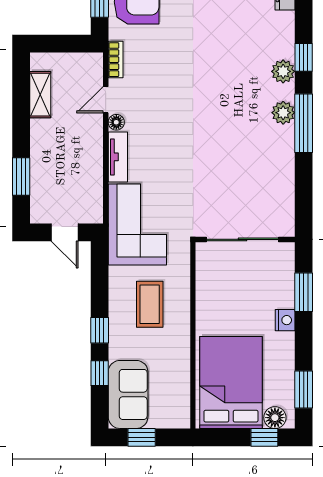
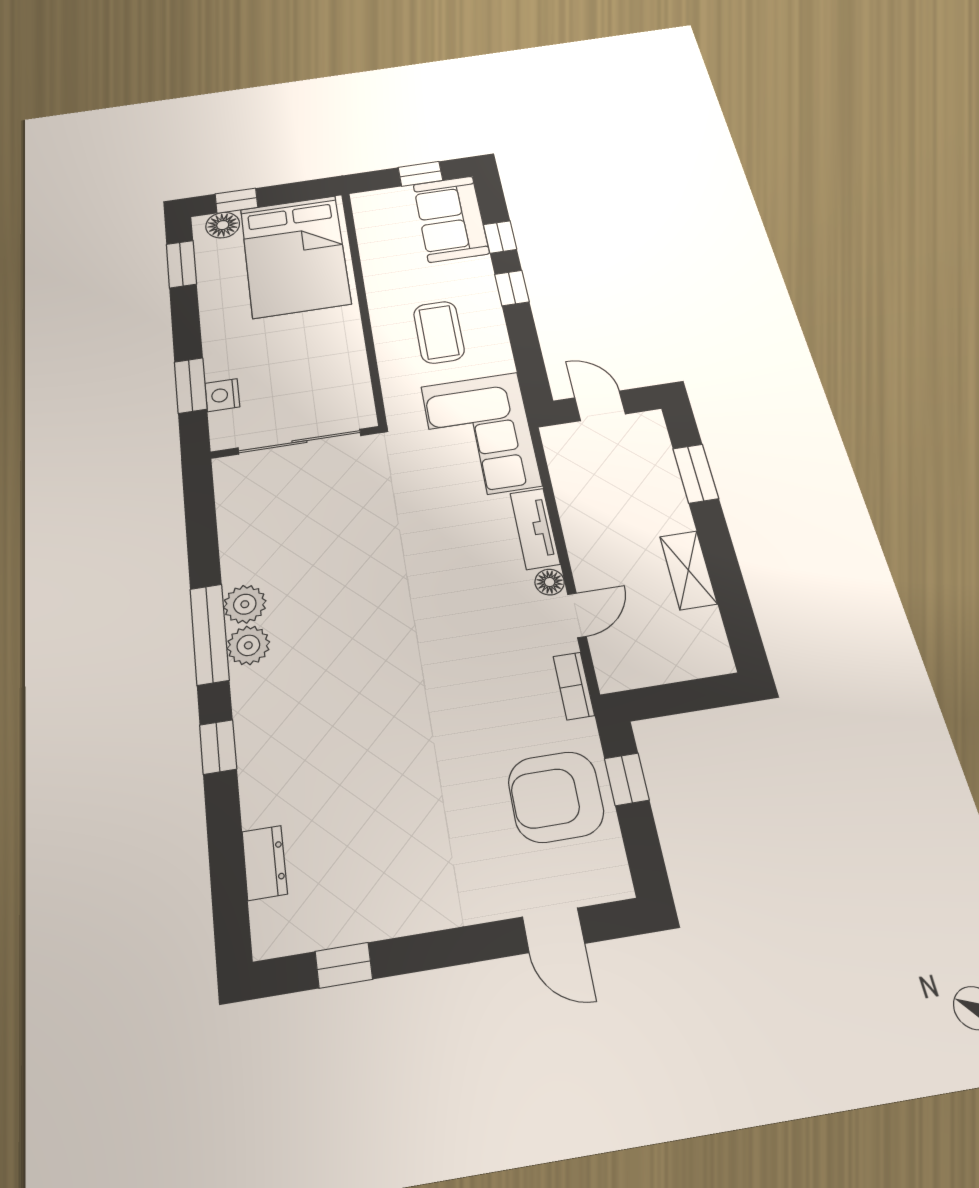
plant: (283, 71) -> (245, 604), moved
shelving: (40, 95) -> (688, 570), moved
nightstand: (285, 320) -> (222, 395), moved

